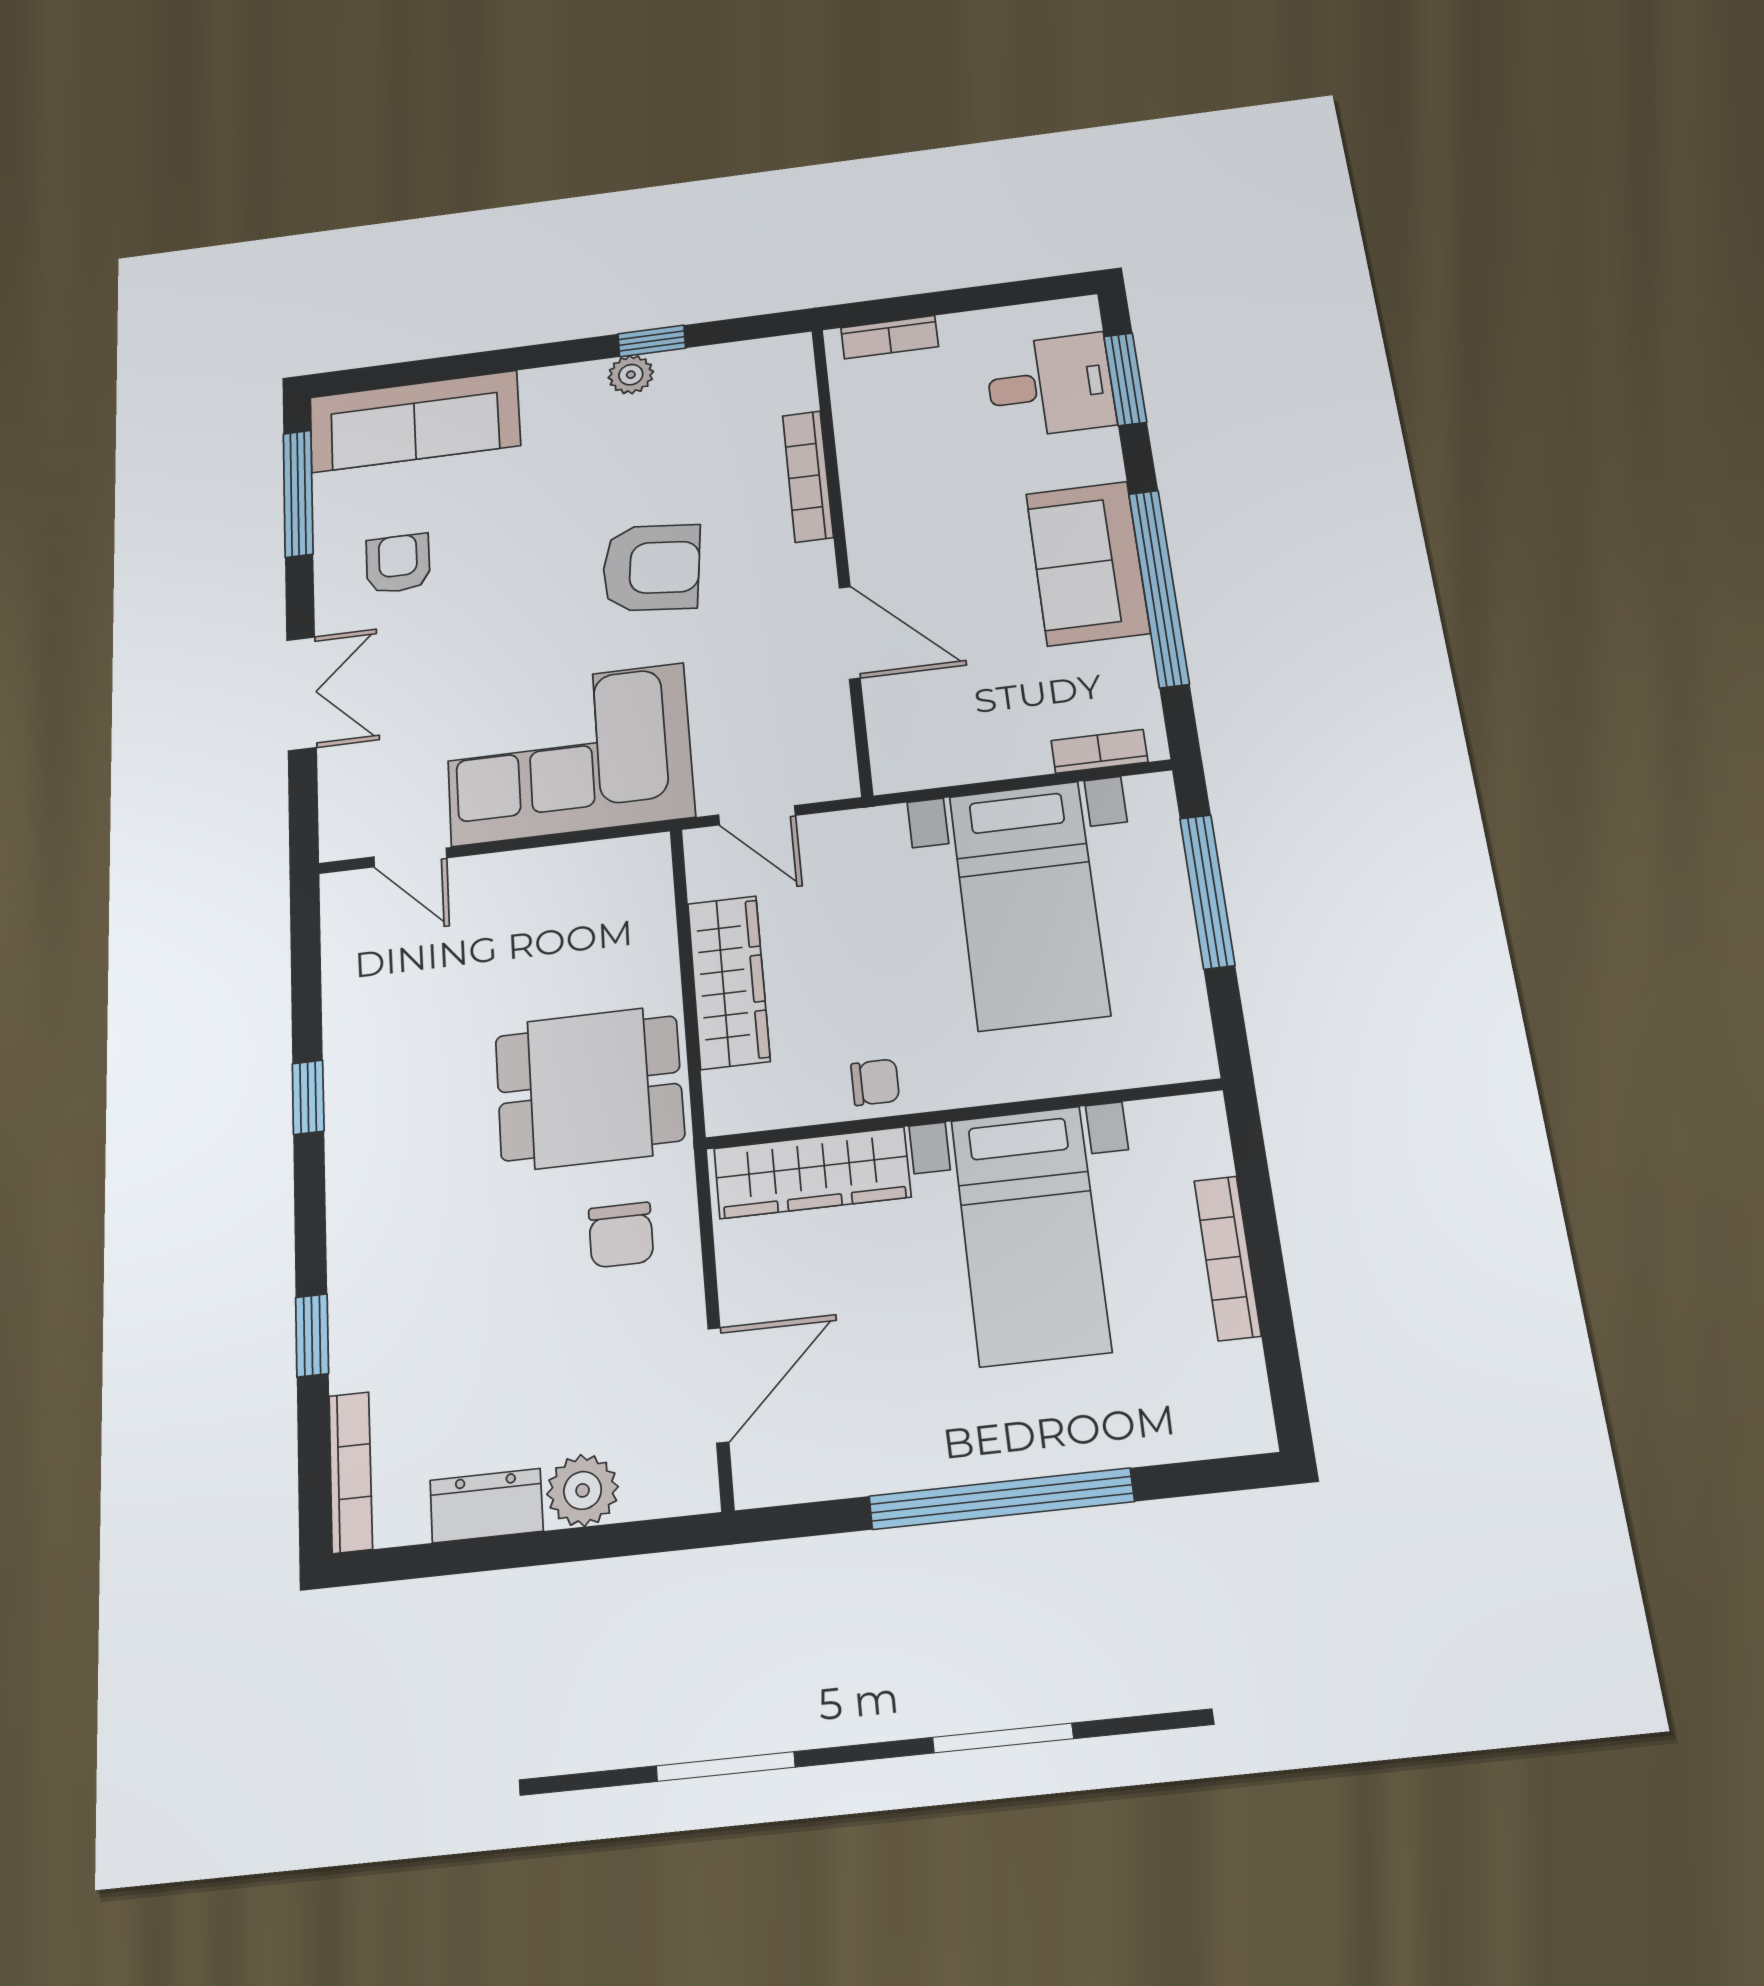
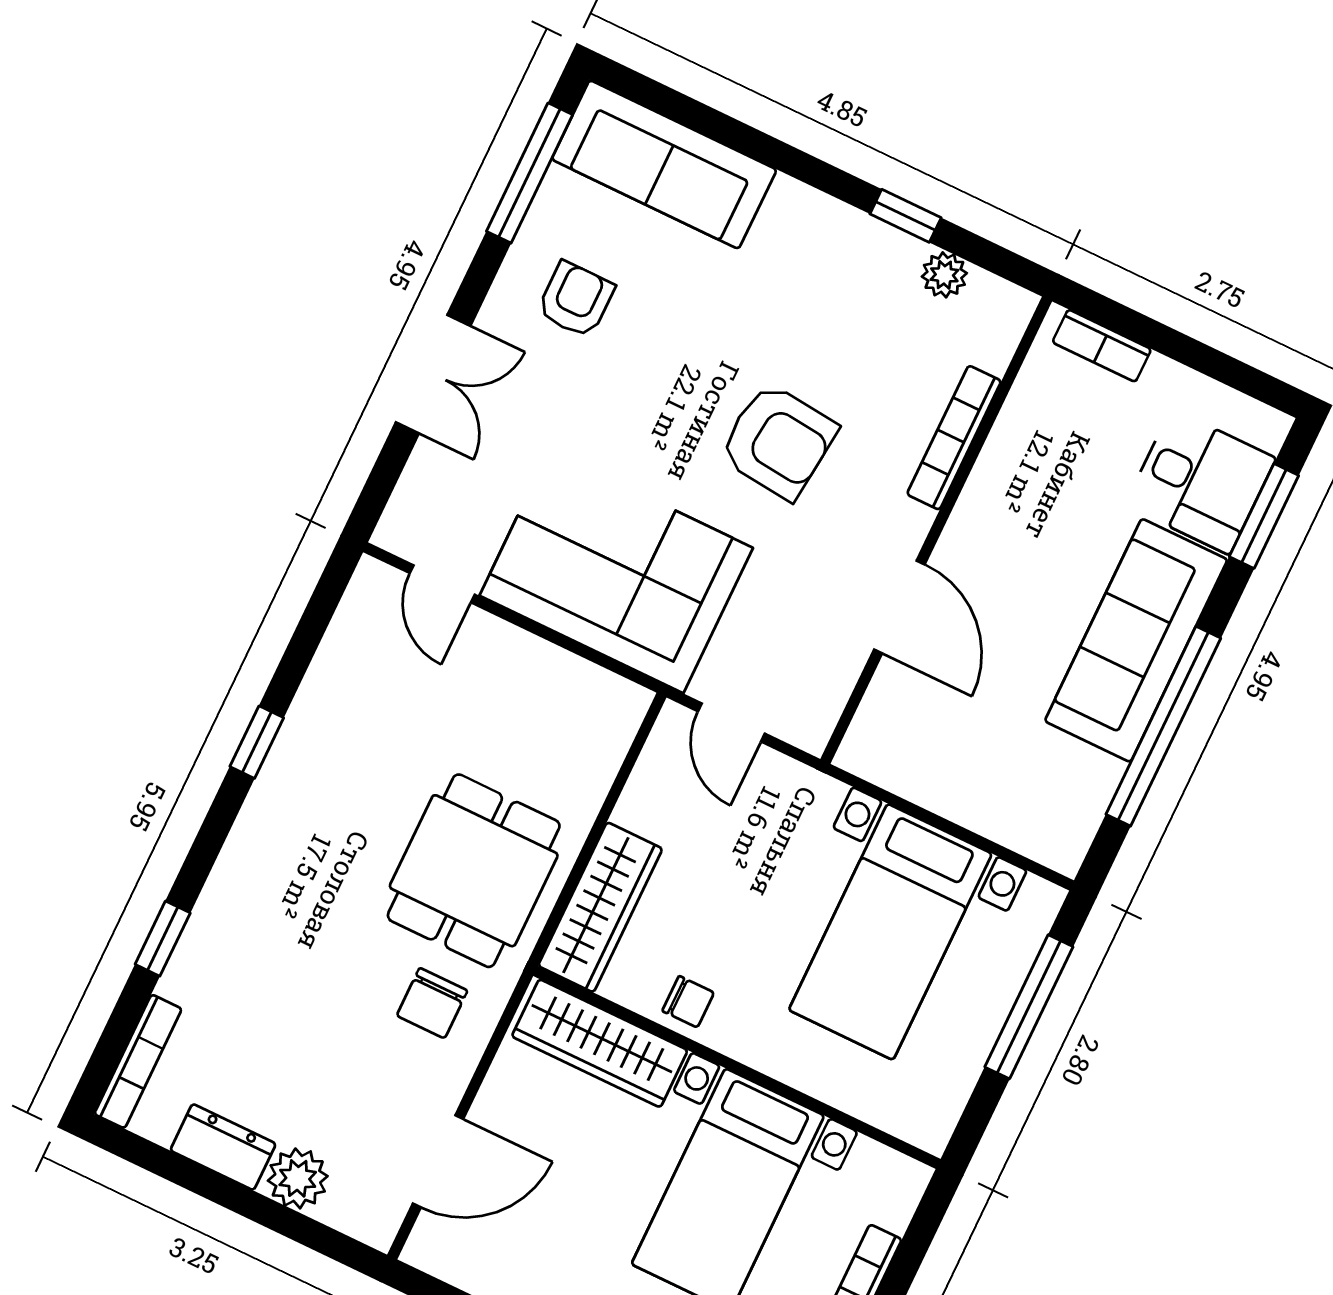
plant: (631, 375) -> (944, 275), moved
sofa: (1088, 563) -> (1136, 640), width x1.36
bookcase: (1099, 751) -> (1025, 839), removed
wardrobe: (729, 982) -> (600, 907), moved
dining table: (589, 1088) -> (474, 871), turned 90

